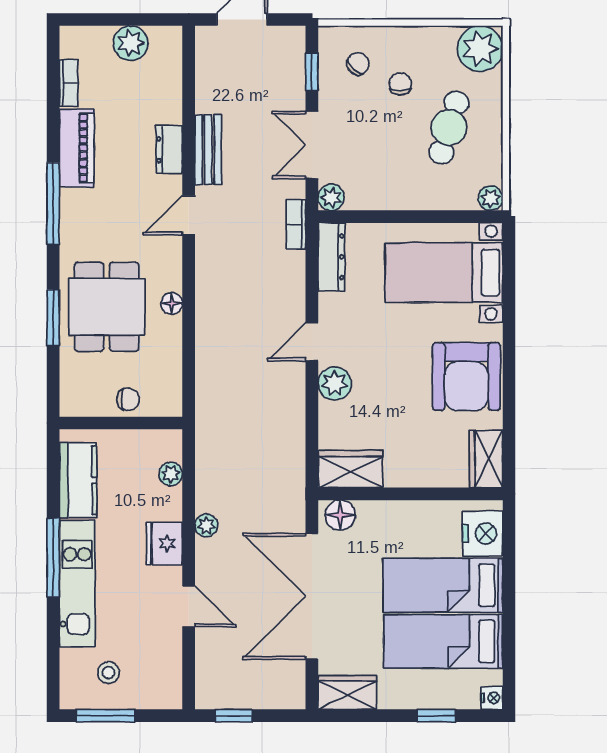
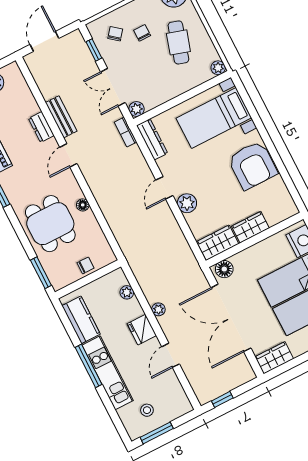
window: (53, 318) -> (41, 273), moved
wardrobe: (486, 459) -> (250, 227), moved, turned 90
door: (189, 606) -> (171, 355), swing flipped

